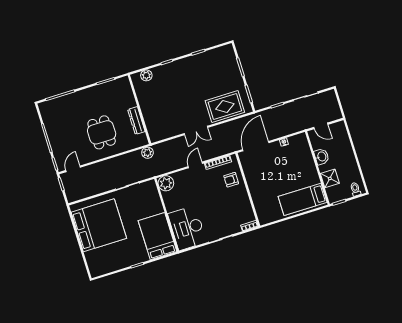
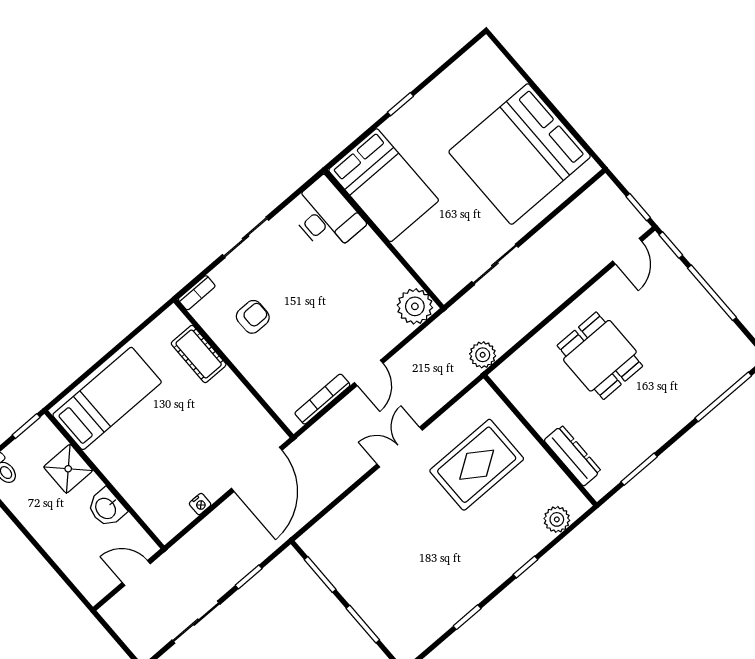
rug: (225, 107) -> (477, 465), moved
dresser: (136, 121) -> (573, 456), moved
armchair: (231, 180) -> (253, 317), moved
cot: (259, 201) -> (199, 354), added
desk: (187, 228) -> (326, 216), width x0.73, depth x0.77

